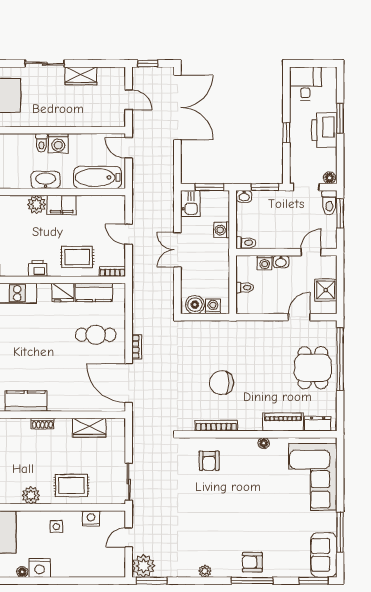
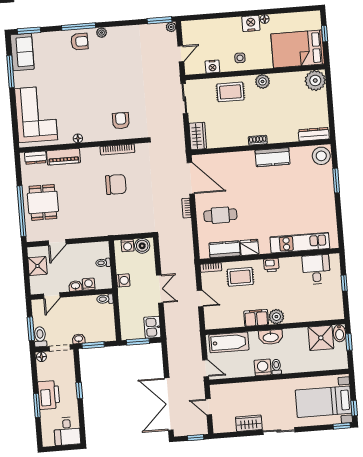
washbasin: (244, 196) -> (79, 339), moved
washing machine: (222, 230) -> (123, 280), moved
wardrobe: (89, 428) -> (198, 136), moved, turned 90
plant: (143, 566) -> (171, 27), width x0.53, depth x0.53
plant: (205, 571) -> (102, 33), moved

